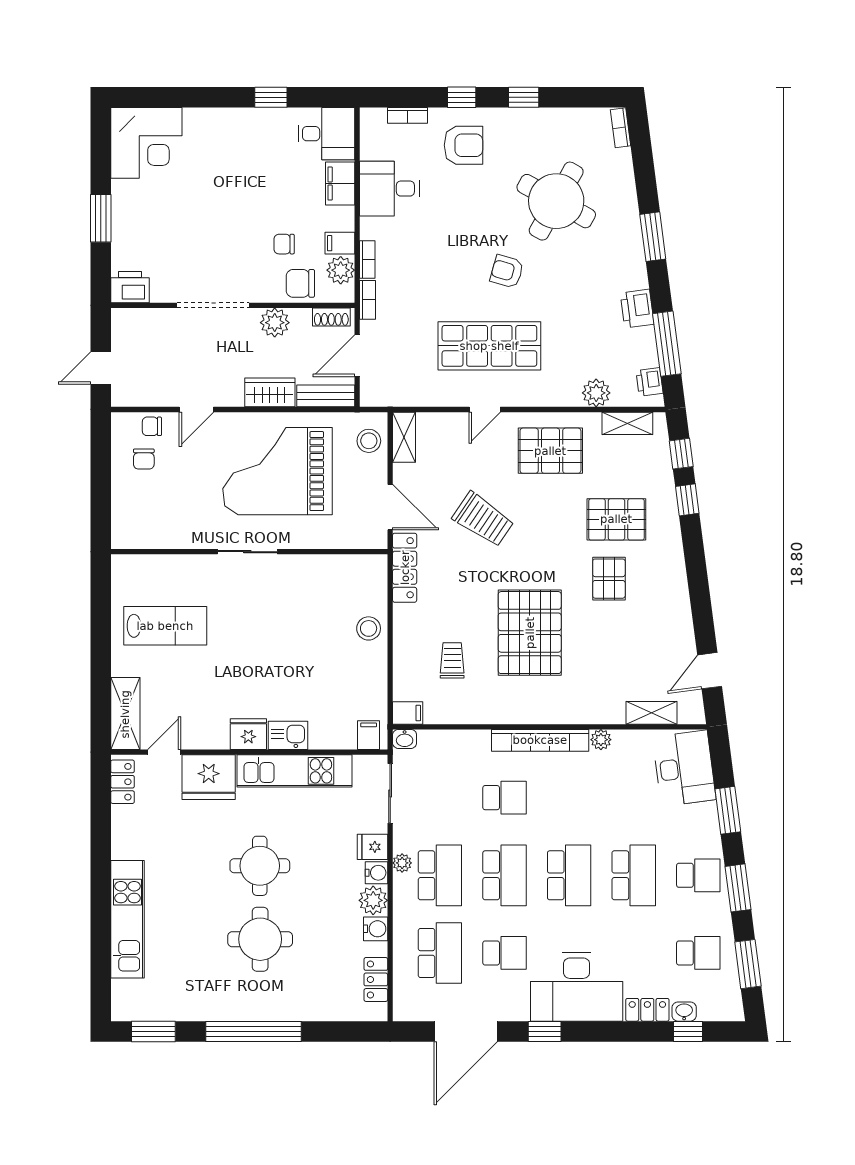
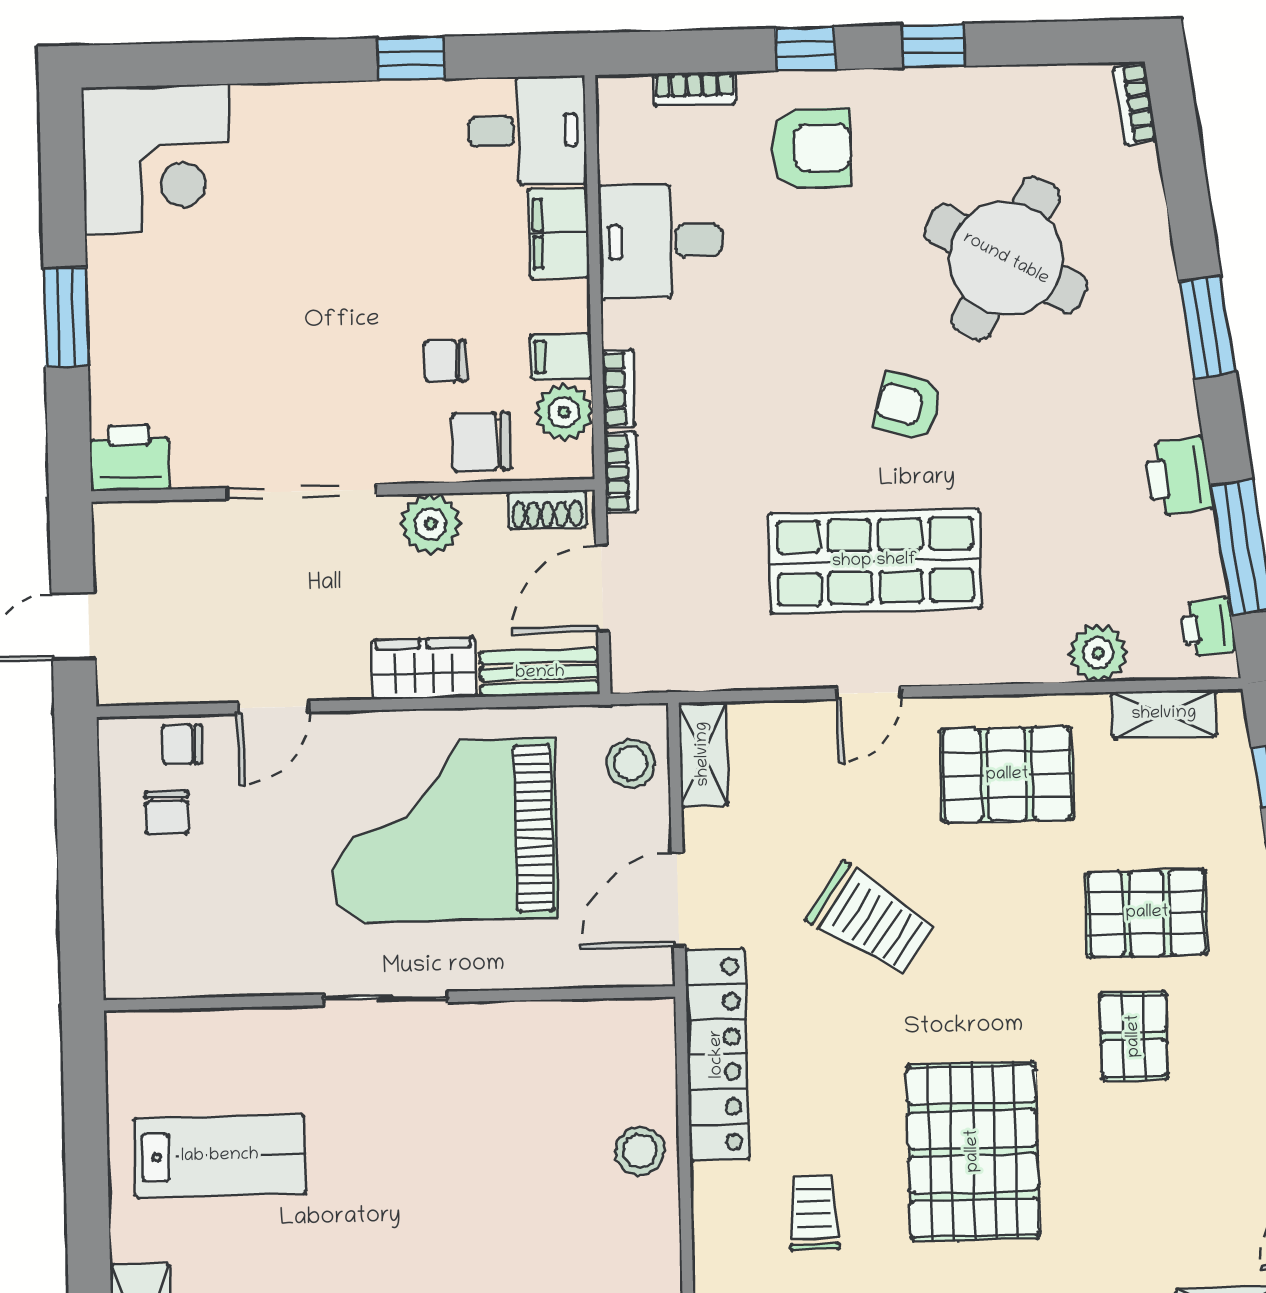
door: (390, 507) -> (678, 899), swing flipped
locker: (405, 568) -> (717, 1054), width x1.41, depth x1.21

